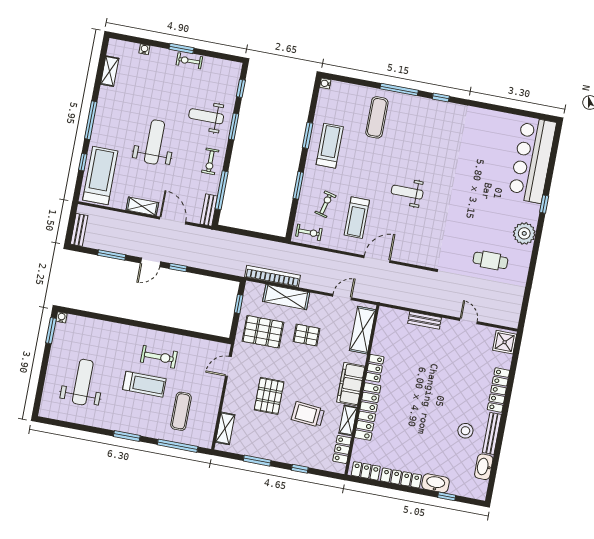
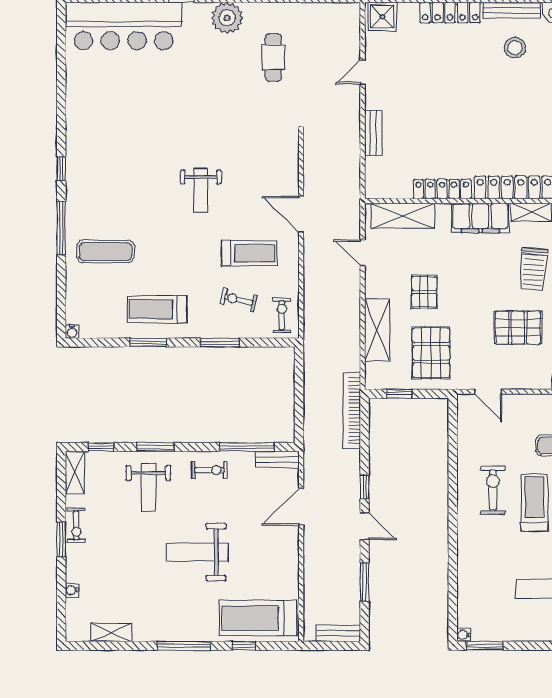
shelving: (142, 206) -> (75, 472), moved
bookcase: (273, 276) -> (352, 411), moved
locker: (375, 368) -> (442, 189), width x1.53

